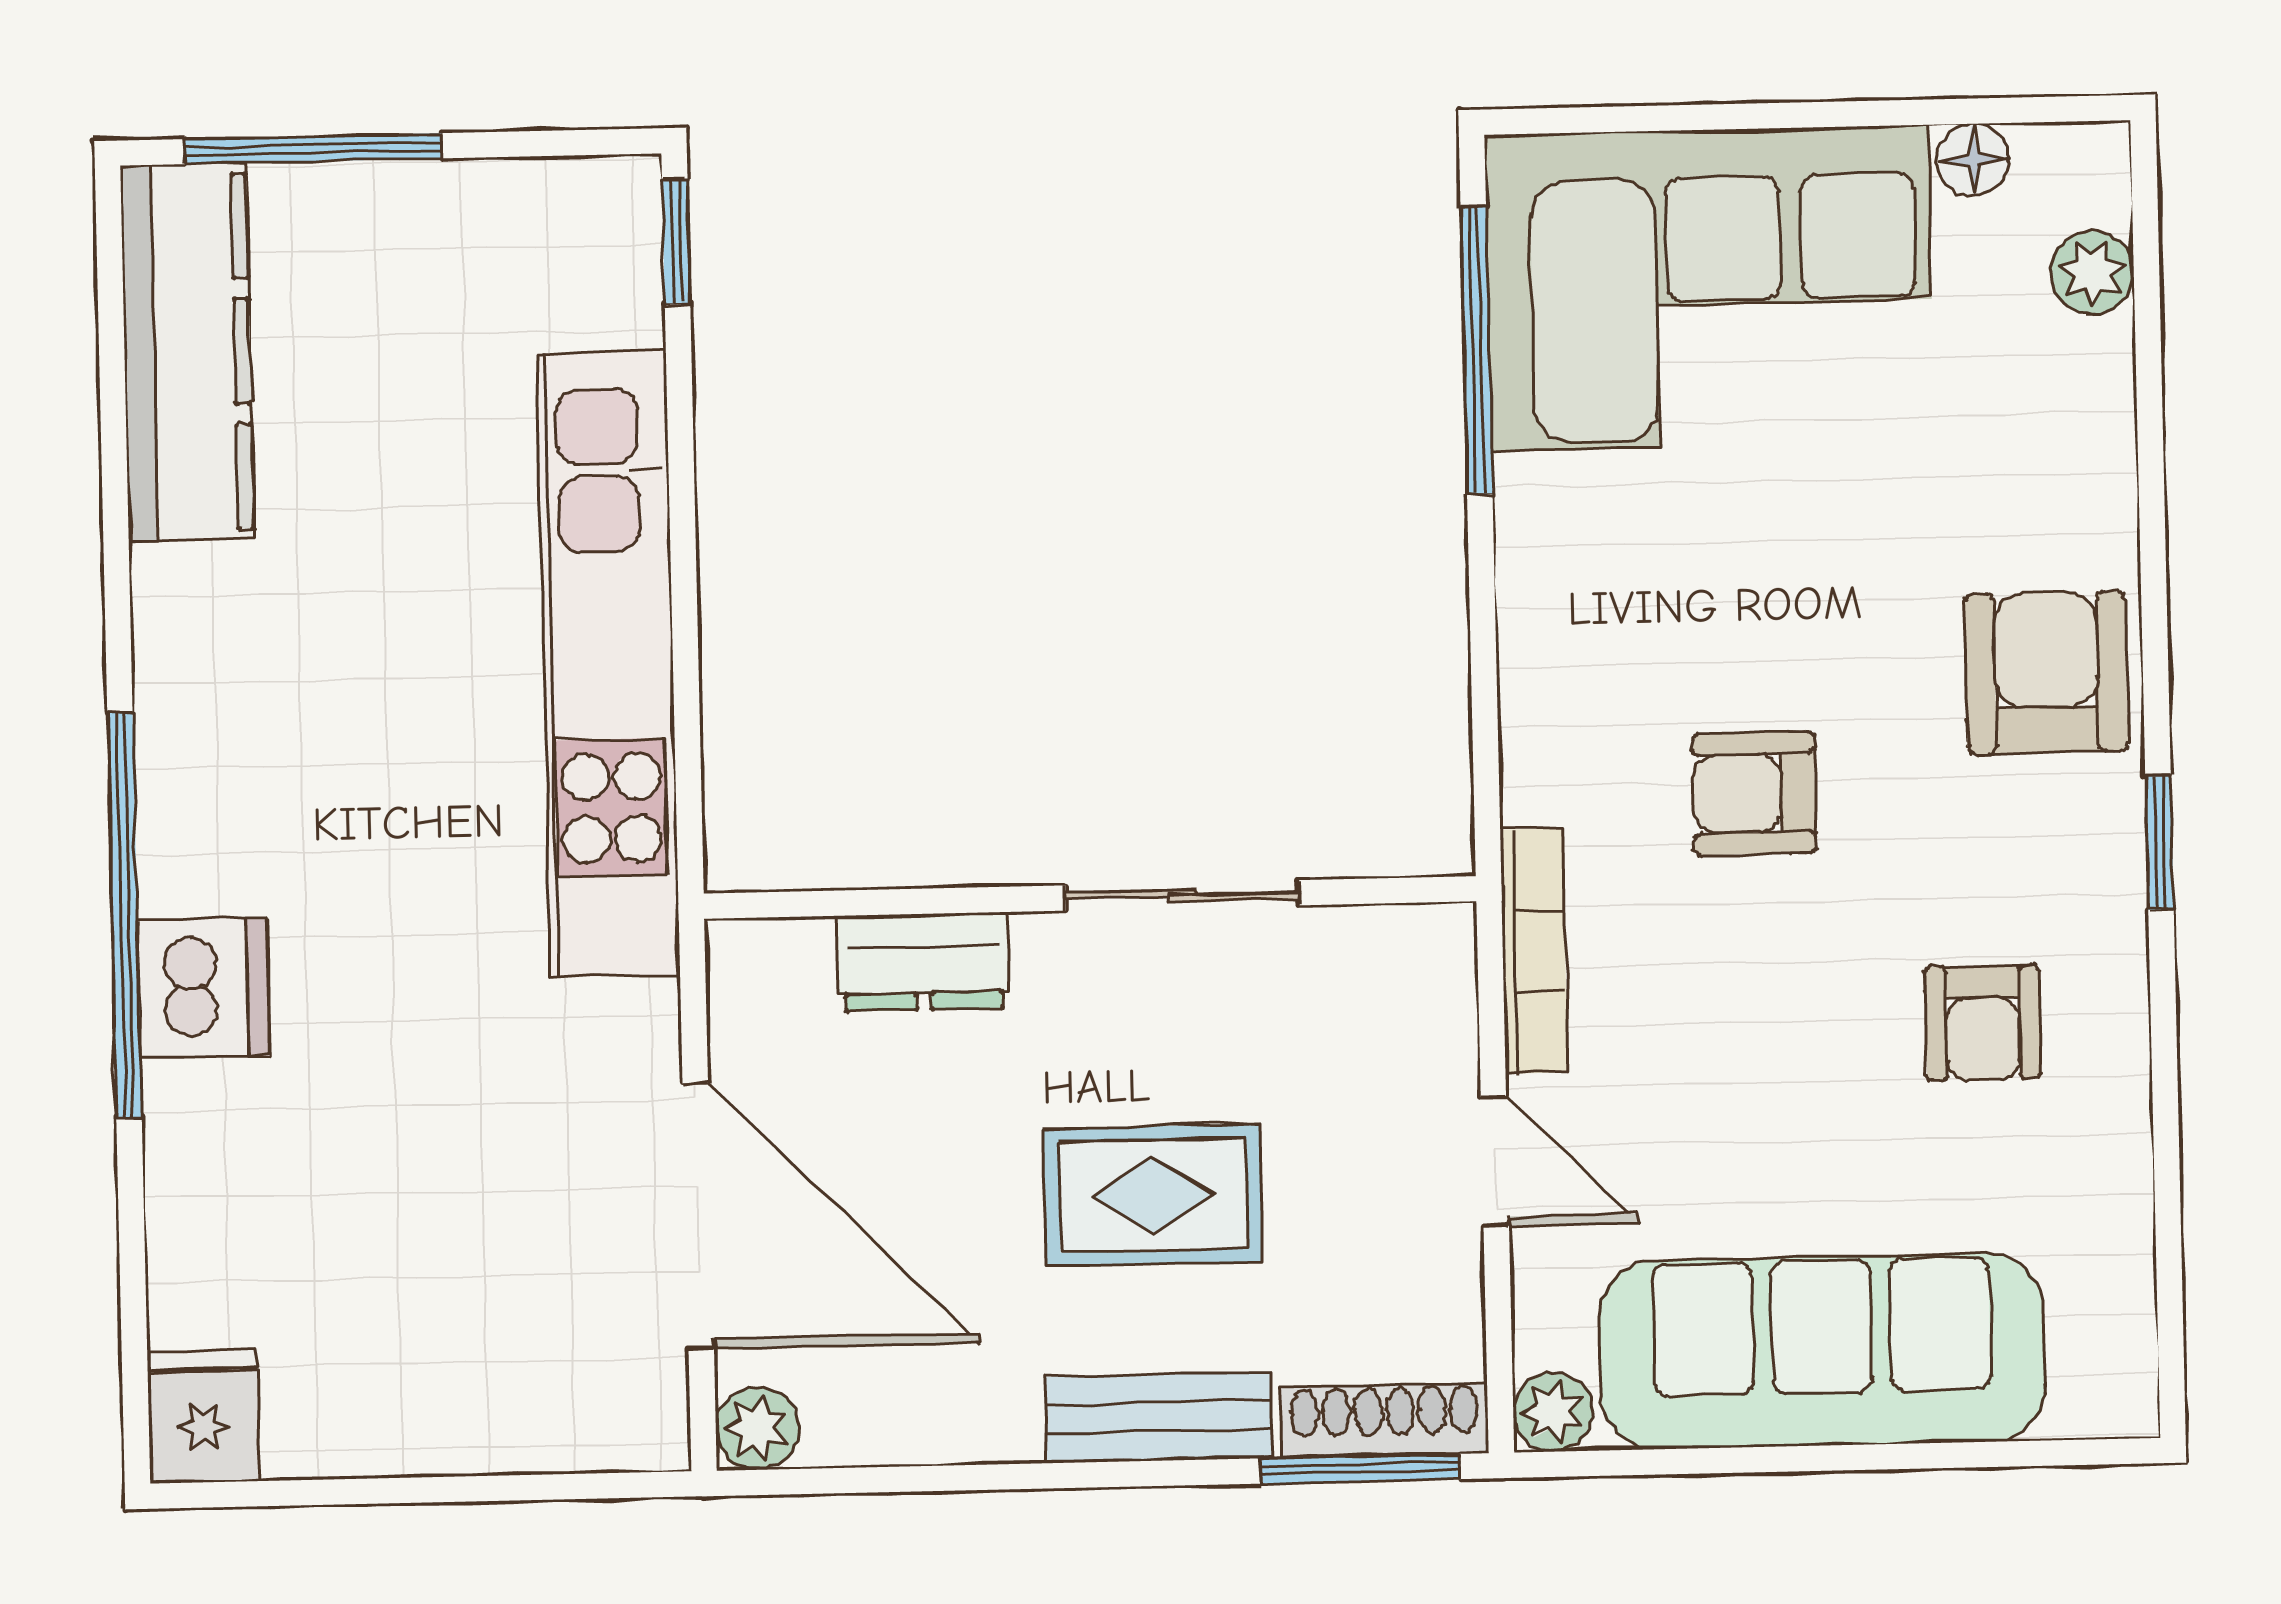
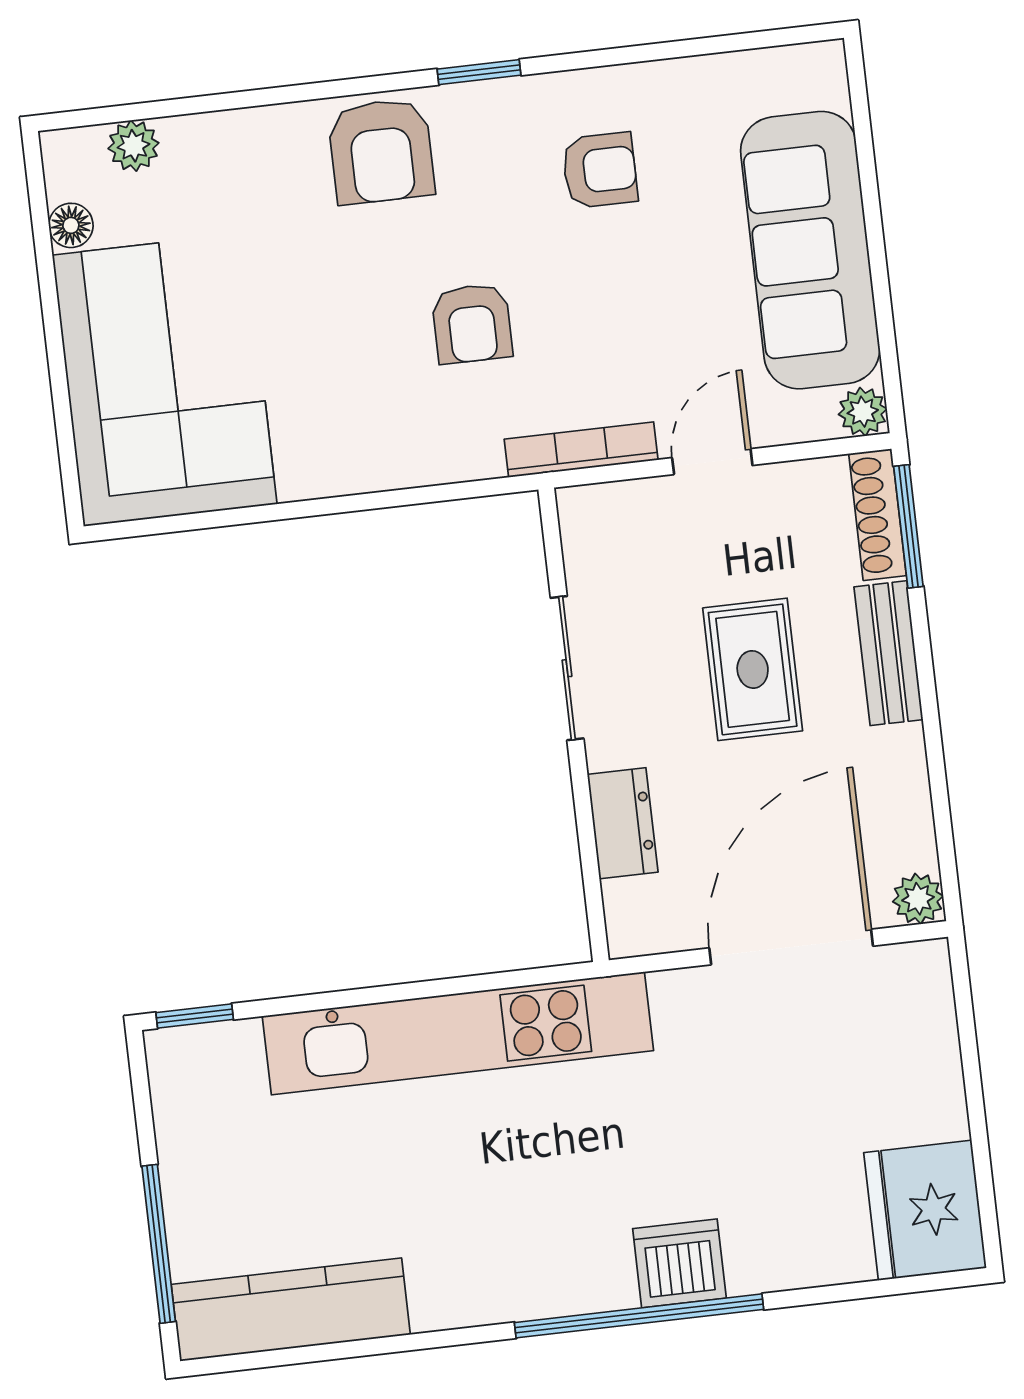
window: (1476, 350) -> (216, 519), removed
armchair: (2046, 673) -> (381, 151), turned -90
fridge: (204, 1416) -> (925, 1210), width x1.88, depth x1.34

